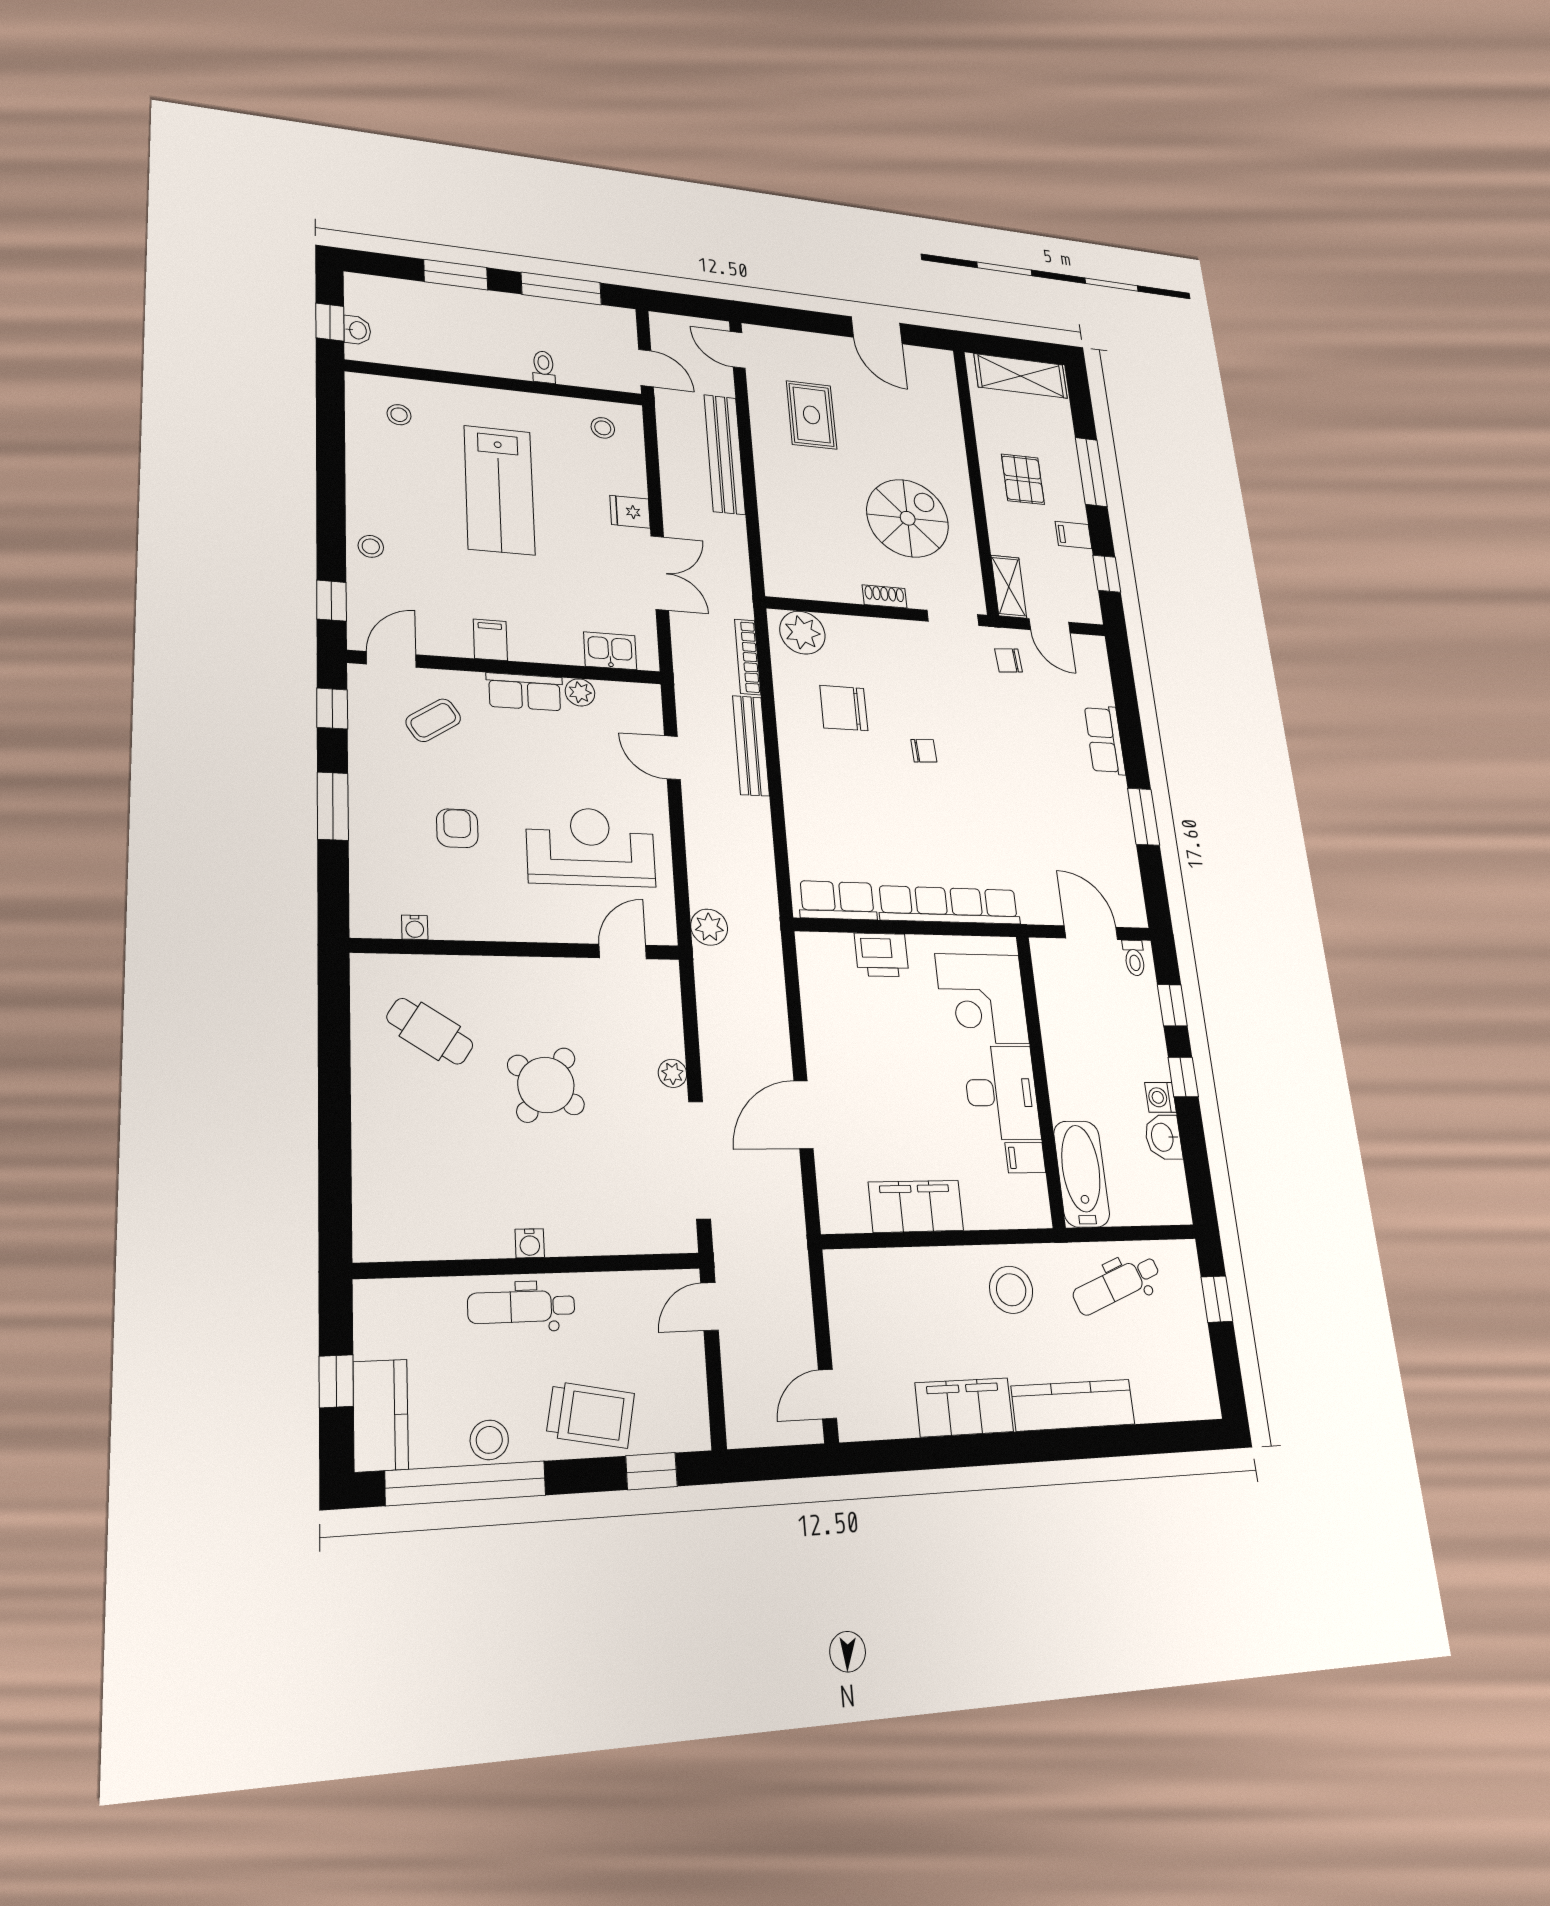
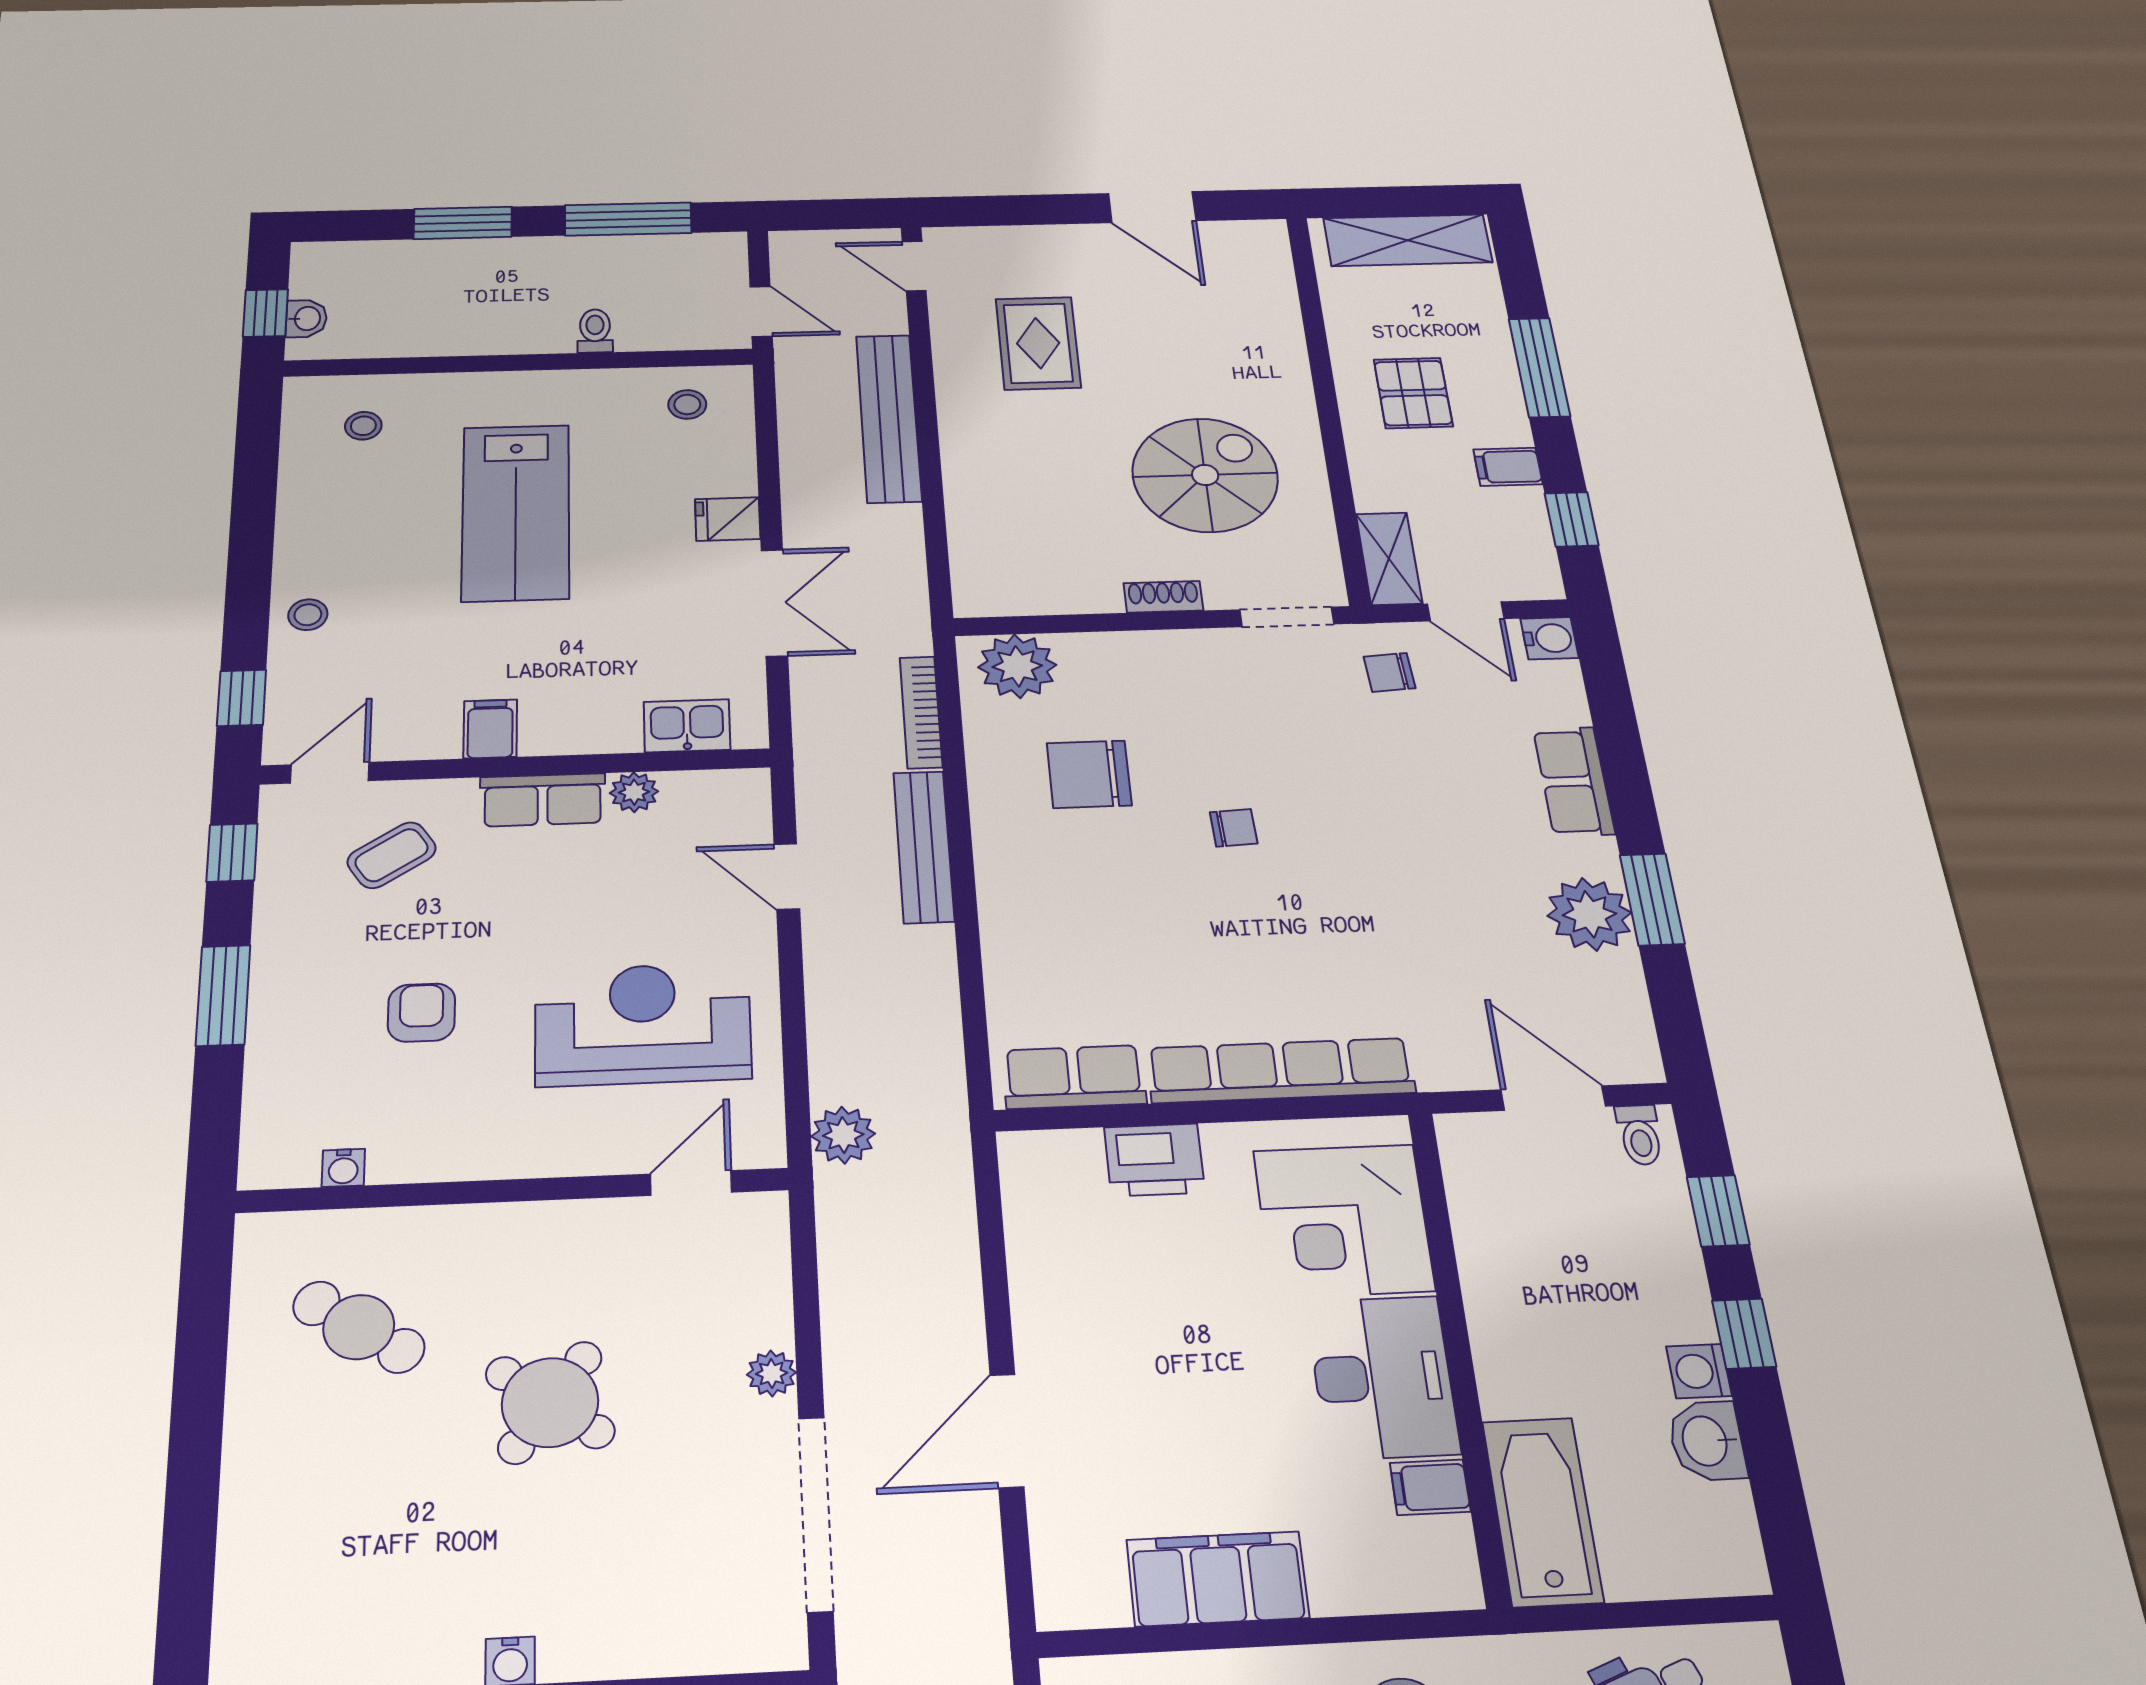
water cooler: (1094, 648) -> (1550, 638), added
plant: (1111, 823) -> (1589, 914), added

